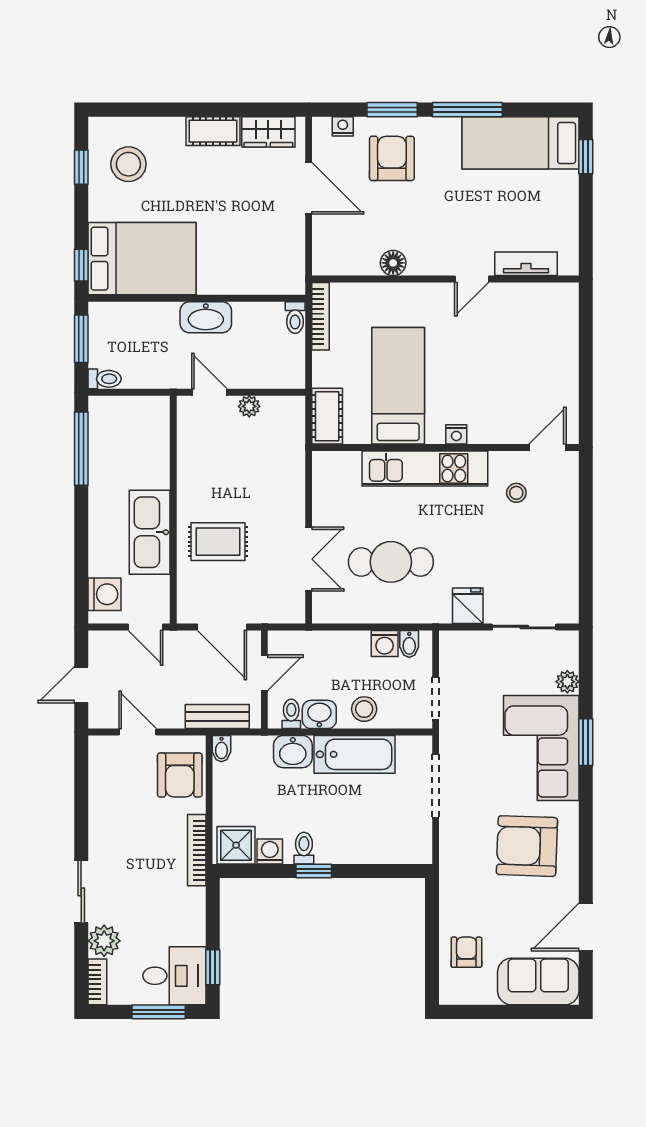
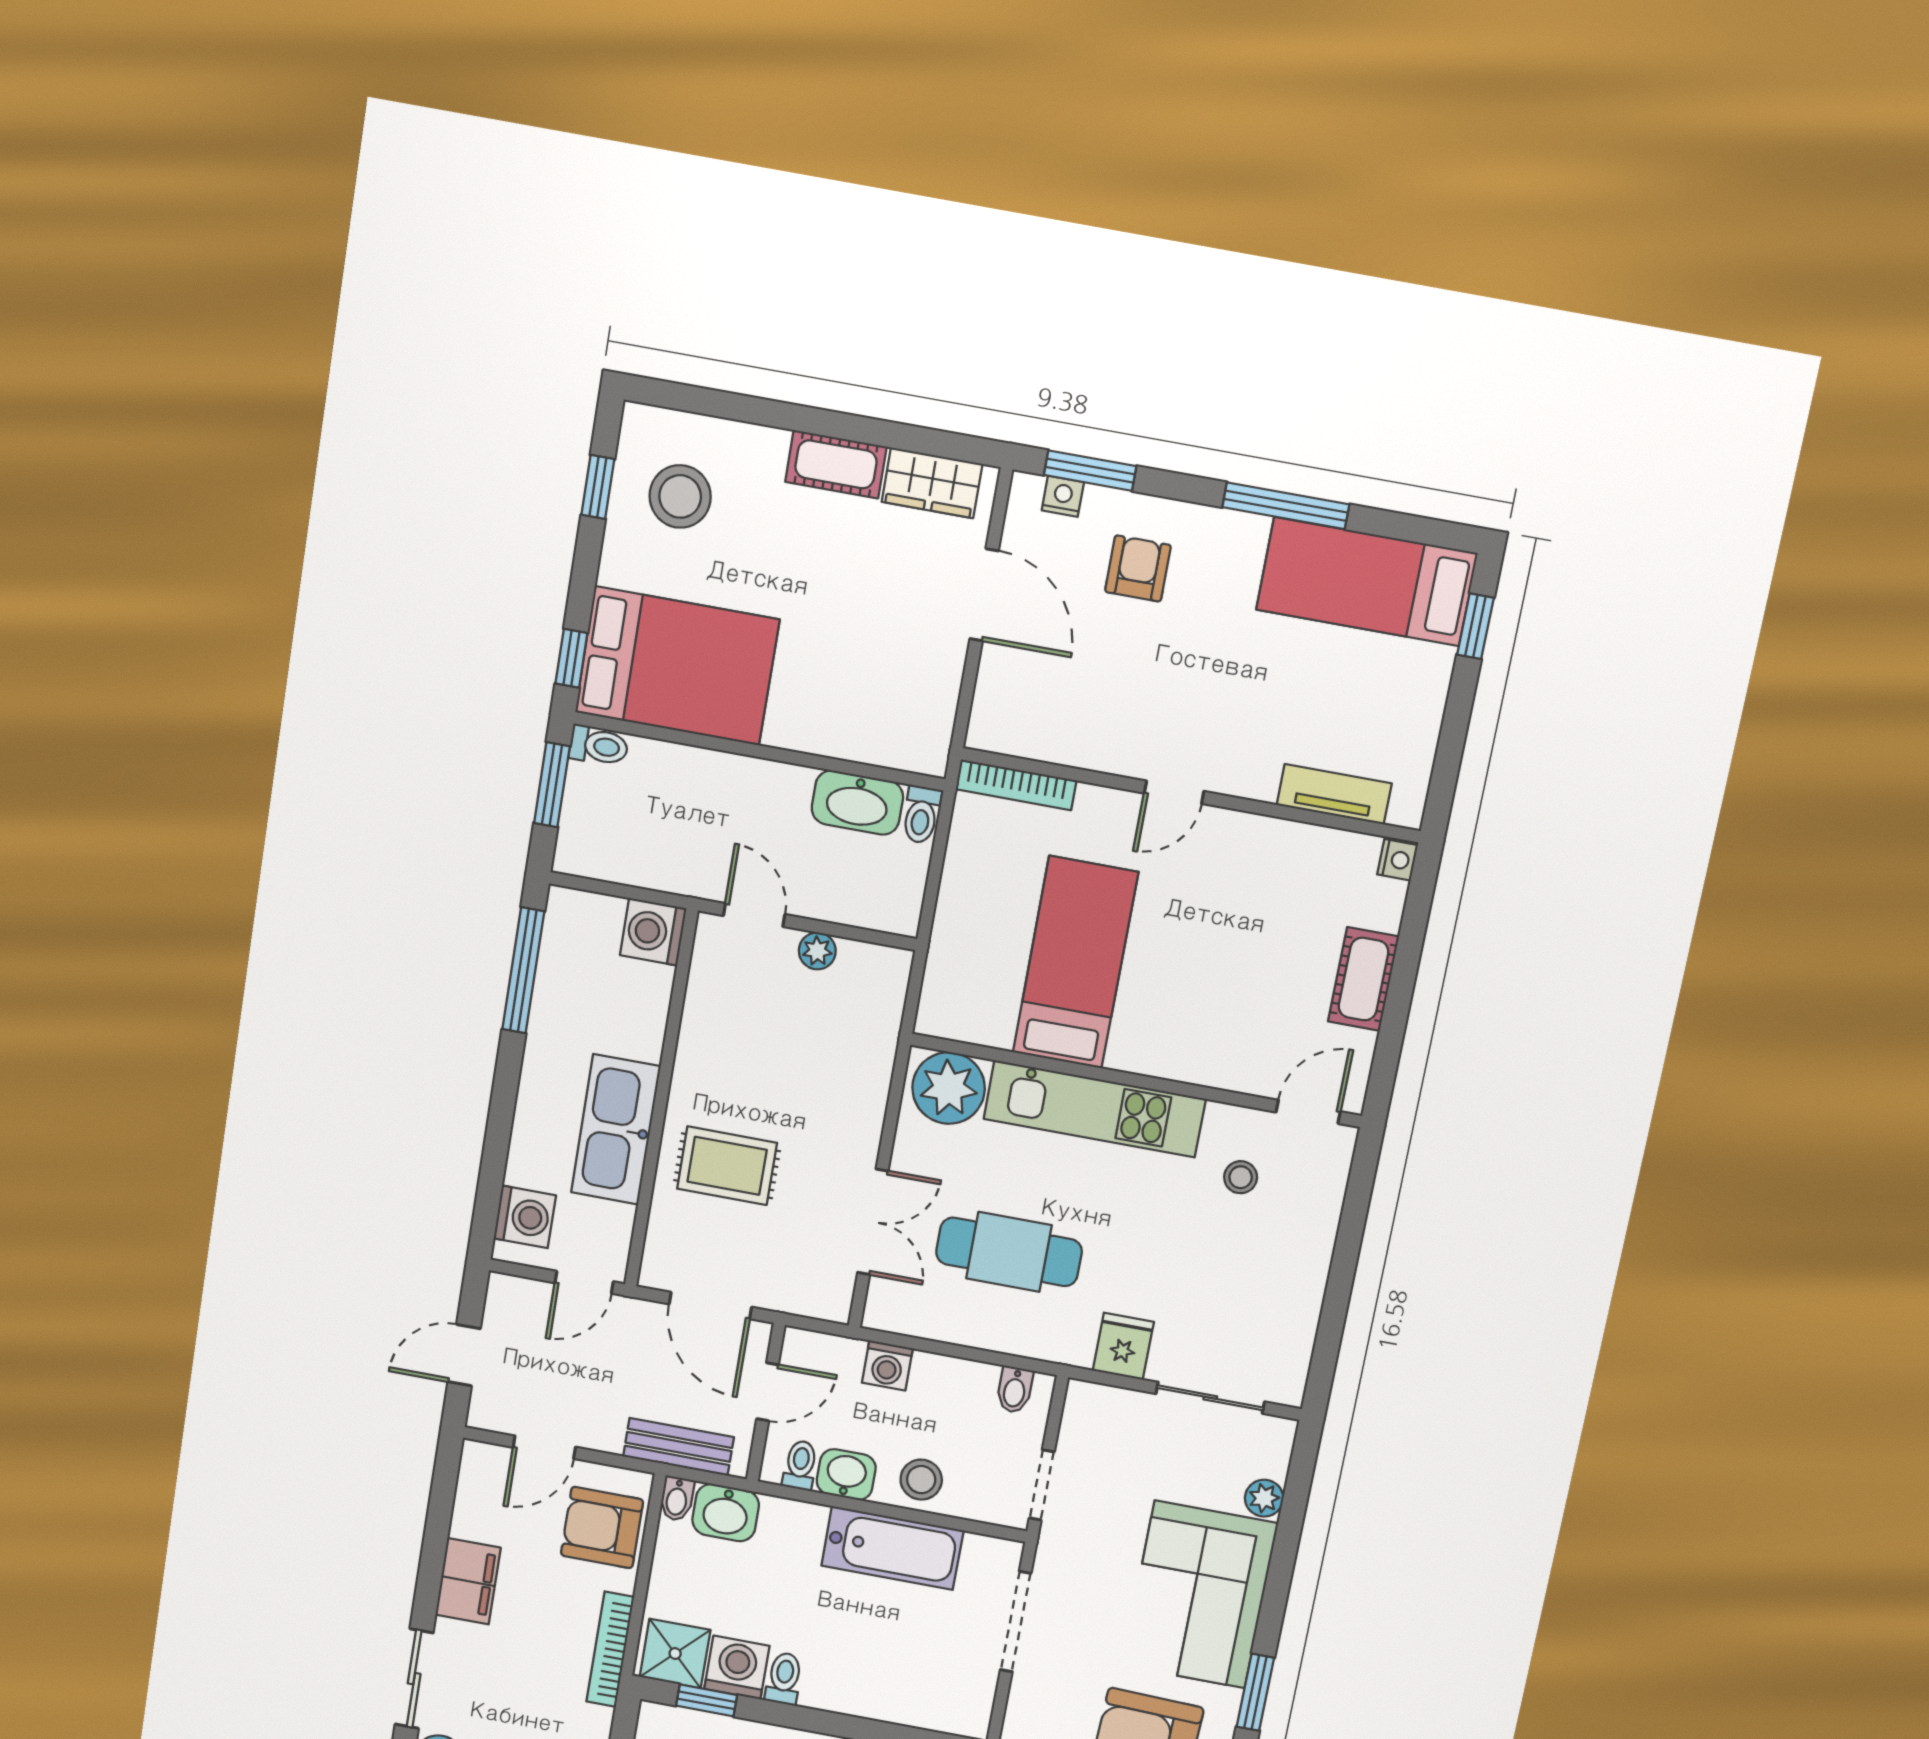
window: (392, 110) -> (1090, 471), moved
armchair: (392, 158) -> (1138, 568), width x0.72, depth x0.72
floor lamp: (393, 263) -> (1106, 751), removed
door: (472, 279) -> (1174, 792), moved
bookcase: (321, 316) -> (1016, 785), moved, turned 90
washbasin: (206, 317) -> (857, 803), moved
toilet: (105, 379) -> (599, 746), moved
washing machine: (153, 413) -> (653, 932), added
cot: (327, 416) -> (1363, 979), moved
nightstand: (456, 434) -> (1397, 860), moved, turned -90
plant: (339, 472) -> (949, 1088), added
door: (145, 627) -> (584, 1282), hinge flipped
washing machine: (385, 644) -> (887, 1366), moved
door: (138, 732) -> (544, 1447), swing flipped
window: (586, 742) -> (1255, 1692), moved
washbasin: (293, 752) -> (726, 1513), moved
armchair: (180, 775) -> (602, 1528), turned 90
filing cabinet: (105, 824) -> (468, 1581), added
washing machine: (270, 851) -> (737, 1667), width x1.38, depth x1.38
window: (314, 871) -> (707, 1700), moved

